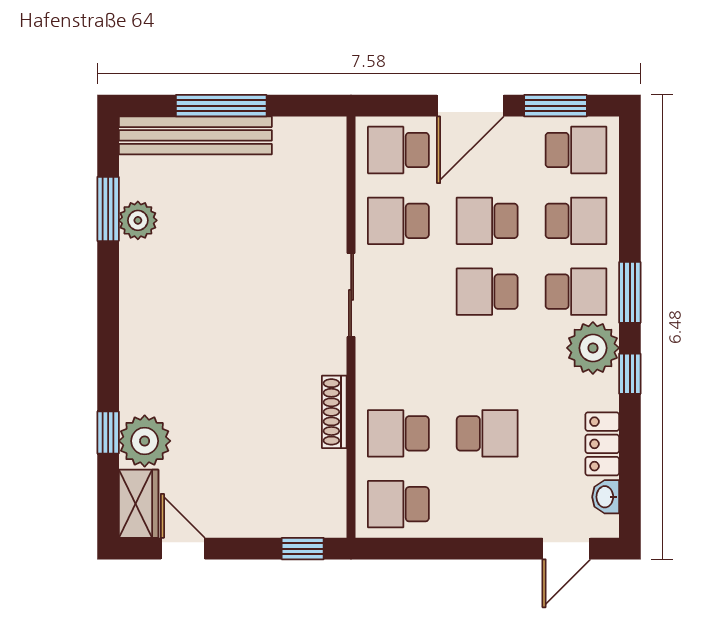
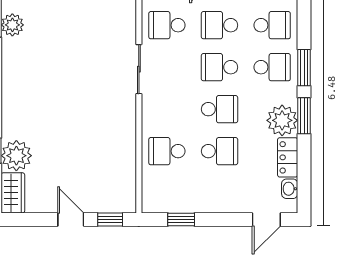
plant: (593, 348) -> (282, 120), moved
window: (630, 374) -> (304, 116), width x1.50
shoe rack: (334, 412) -> (129, 138), removed
school desk: (398, 504) -> (220, 109), moved, turned 180
door: (183, 549) -> (71, 219), moved
window: (423, 549) -> (181, 219), added

